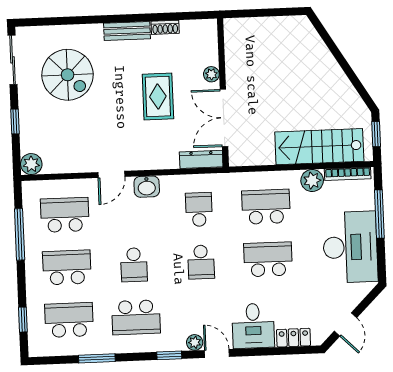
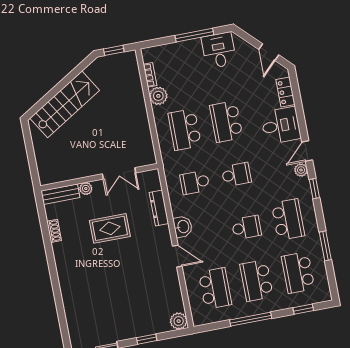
bench: (127, 31) -> (60, 194), moved, turned 90
spiral stairs: (68, 75) -> (103, 303), removed
double door: (224, 118) -> (119, 173), width x0.73
stairs: (319, 147) -> (65, 104), moved, turned -121
dresser: (201, 159) -> (159, 208), moved
bookcase: (348, 174) -> (150, 75), width x0.64
window: (379, 214) -> (194, 35), moved
school desk: (65, 215) -> (215, 288), turned 180
window: (20, 234) -> (251, 319), moved
desk: (350, 247) -> (219, 50), width x0.53, depth x0.77
door: (346, 324) -> (269, 52), swing flipped

